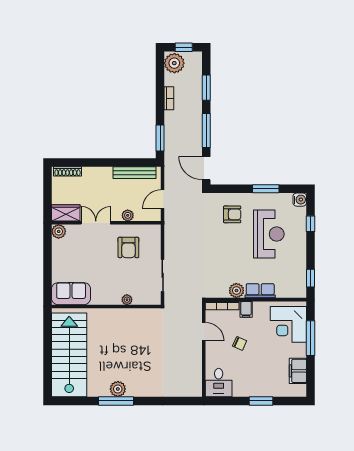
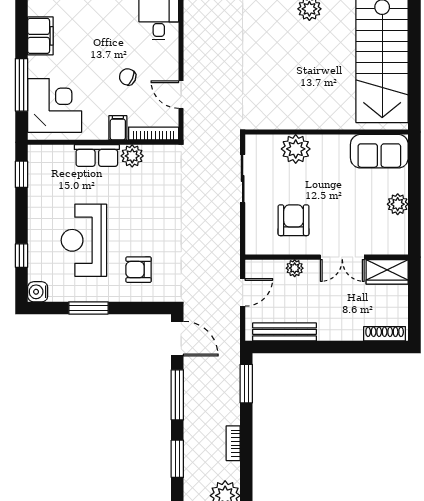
plant: (59, 231) -> (398, 204), moved
plant: (127, 300) -> (296, 149), width x1.87, depth x1.87

